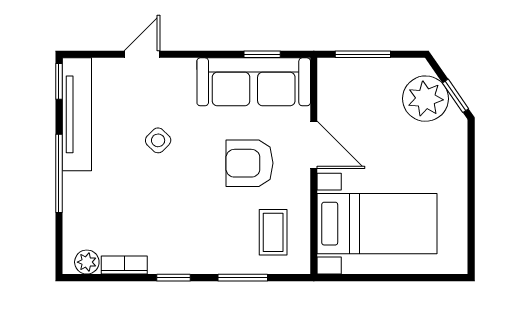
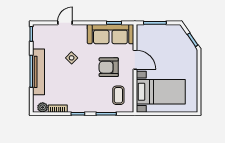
plant: (426, 99) -> (180, 41), removed
tv unit: (77, 114) -> (39, 72), moved

